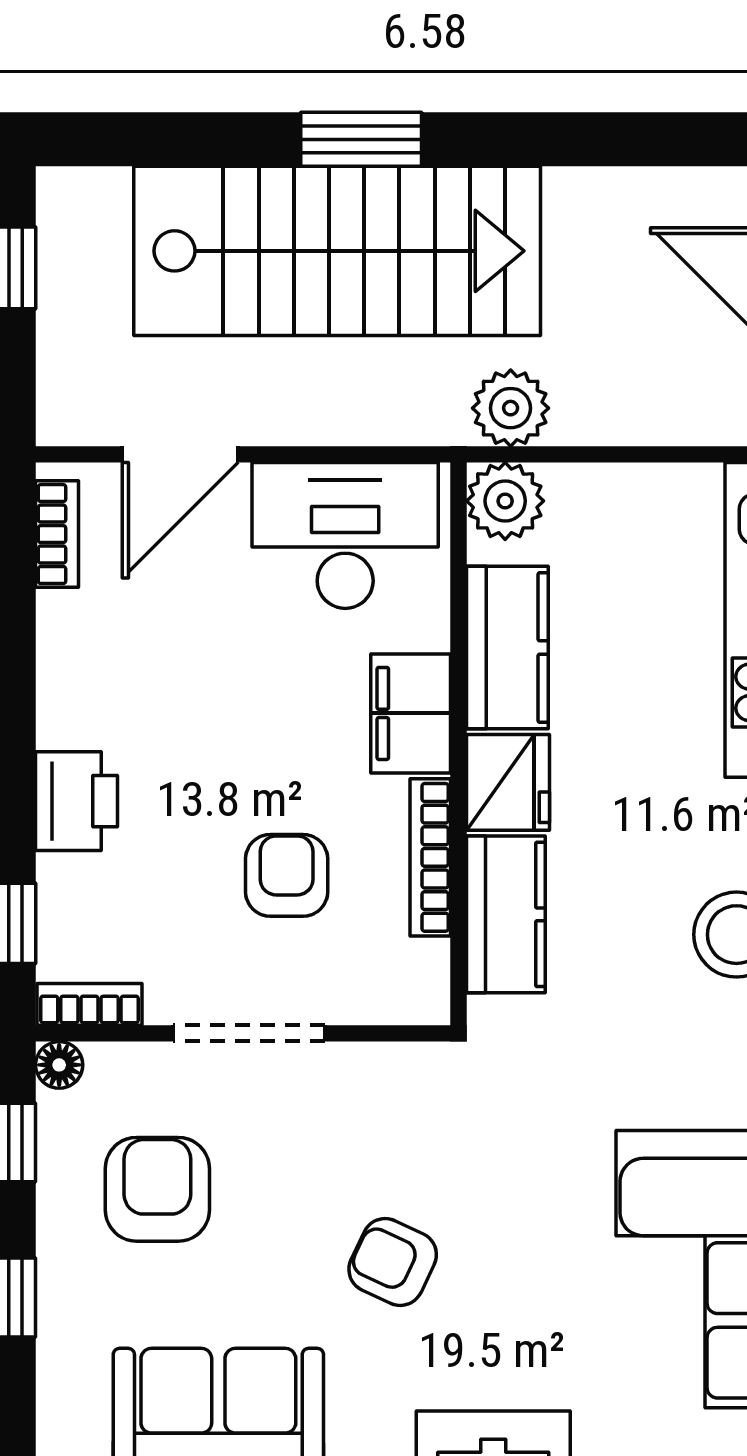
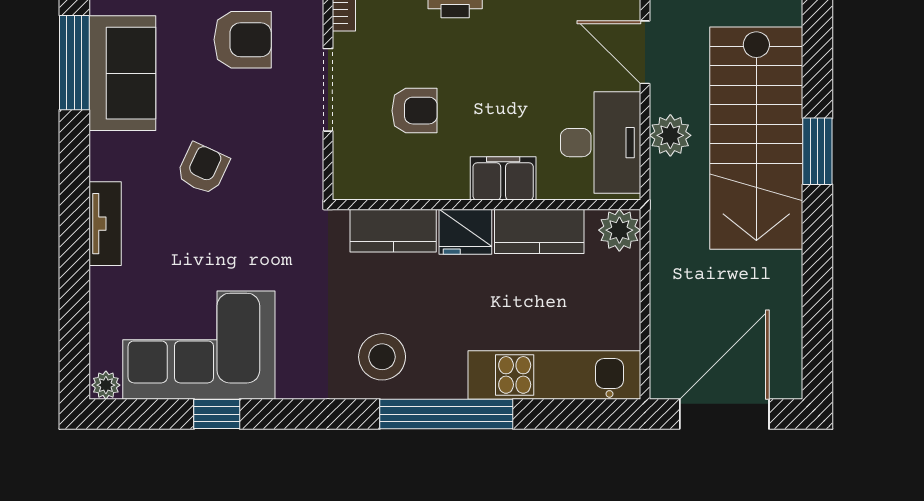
plant: (511, 408) -> (670, 135), moved
bookcase: (430, 857) -> (424, 189), removed

